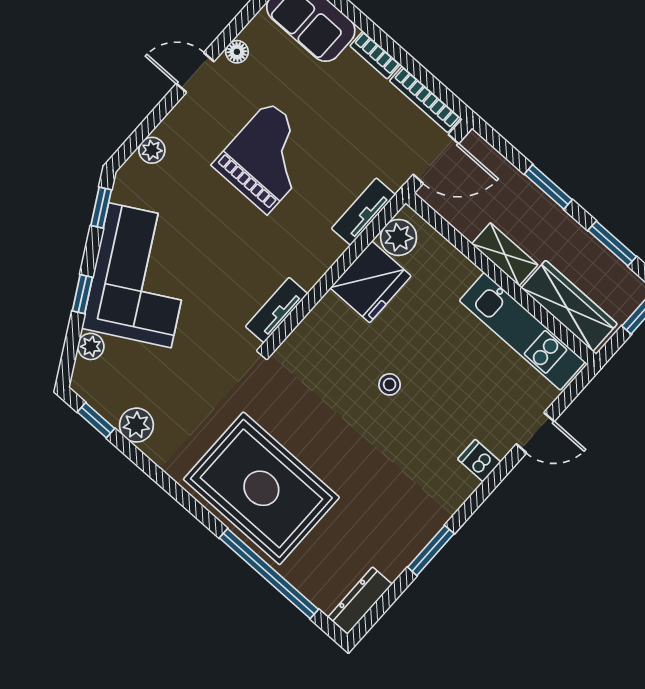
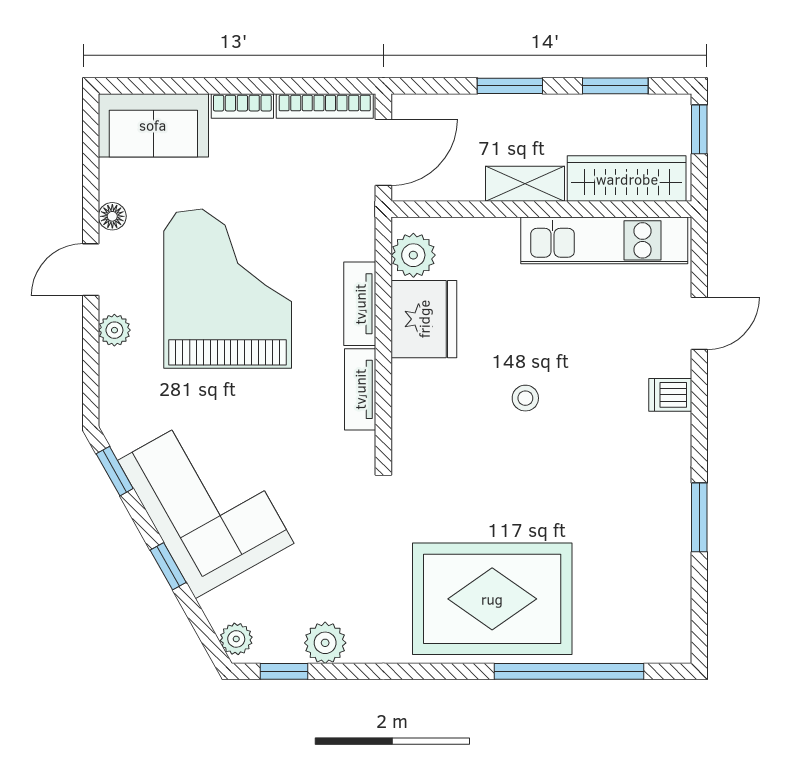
plant: (152, 150) -> (114, 330), moved
grand piano: (268, 158) -> (228, 289), width x1.37, depth x1.48
tv unit: (363, 212) -> (360, 304), moved
tv unit: (276, 310) -> (360, 389), moved
plant: (91, 346) -> (236, 639), moved
dresser: (360, 601) -> (675, 622), removed

